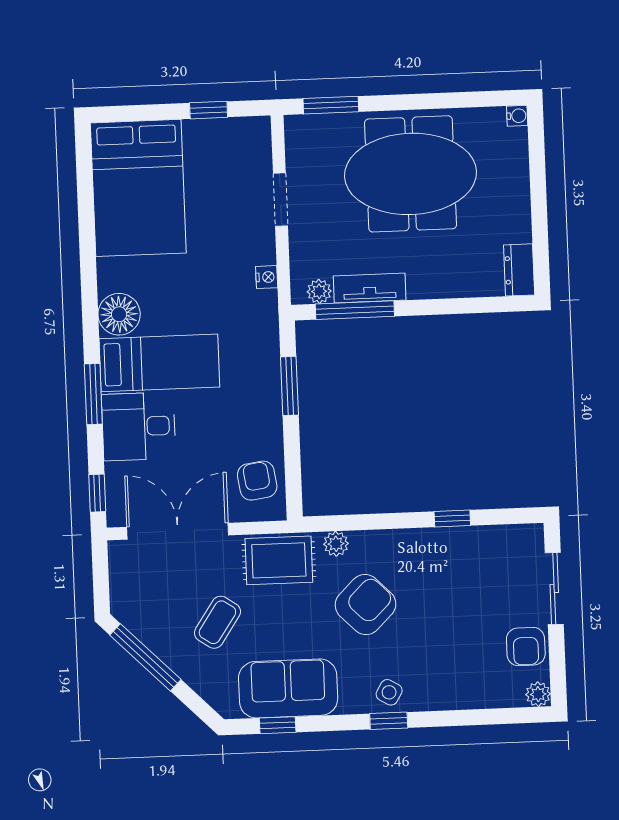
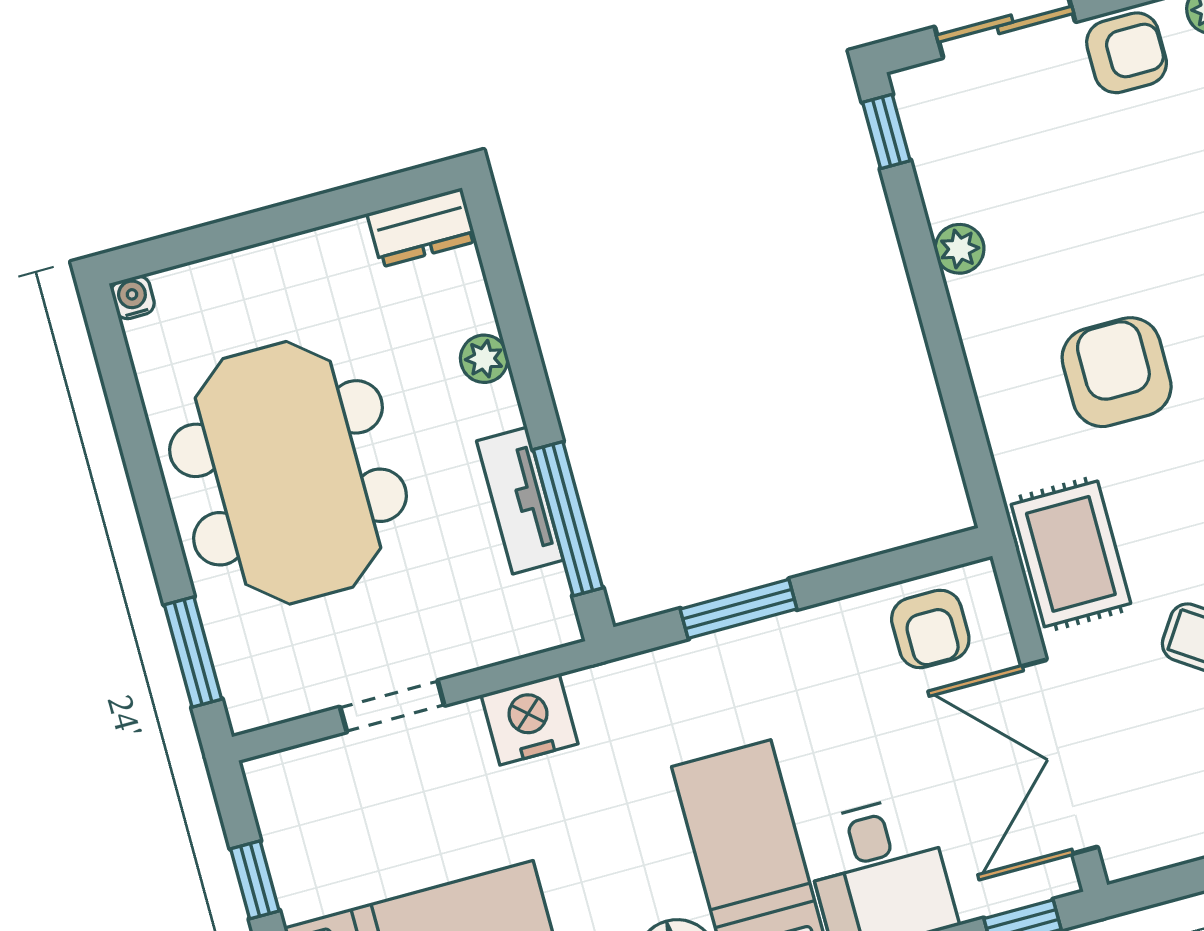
nightstand: (267, 277) -> (529, 719), width x1.89, depth x1.79
plant: (319, 291) -> (484, 359), moved
armchair: (257, 481) -> (930, 629), turned -82
window: (452, 519) -> (886, 131), moved
plant: (336, 544) -> (959, 249), moved
armchair: (365, 605) -> (1117, 372), turned 45

